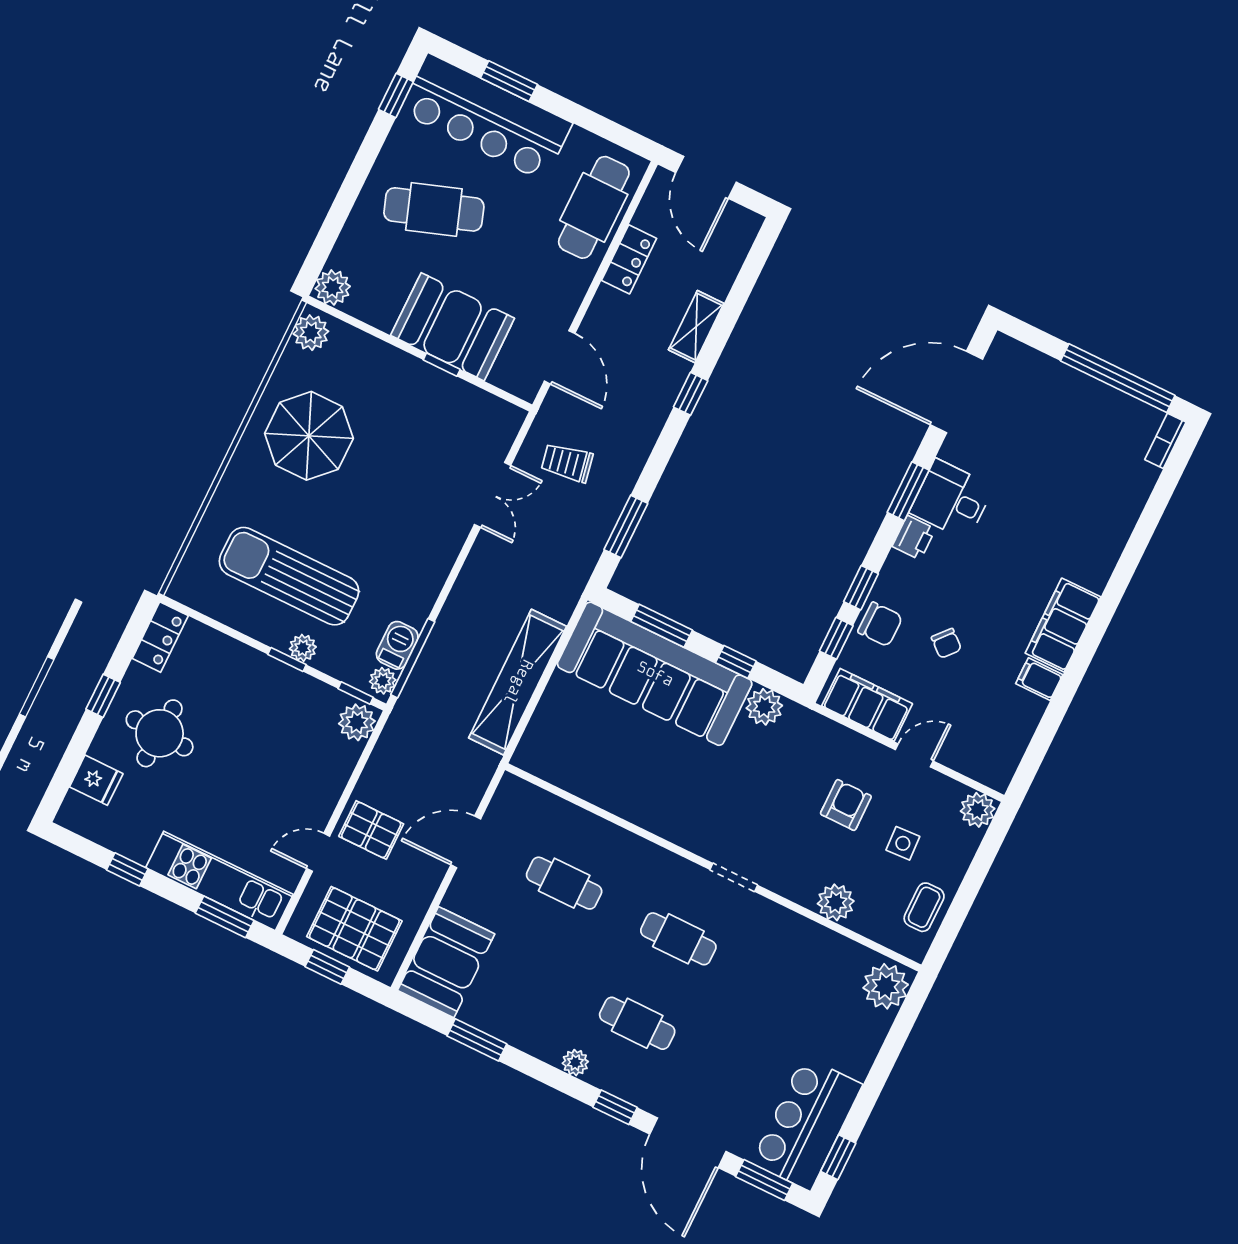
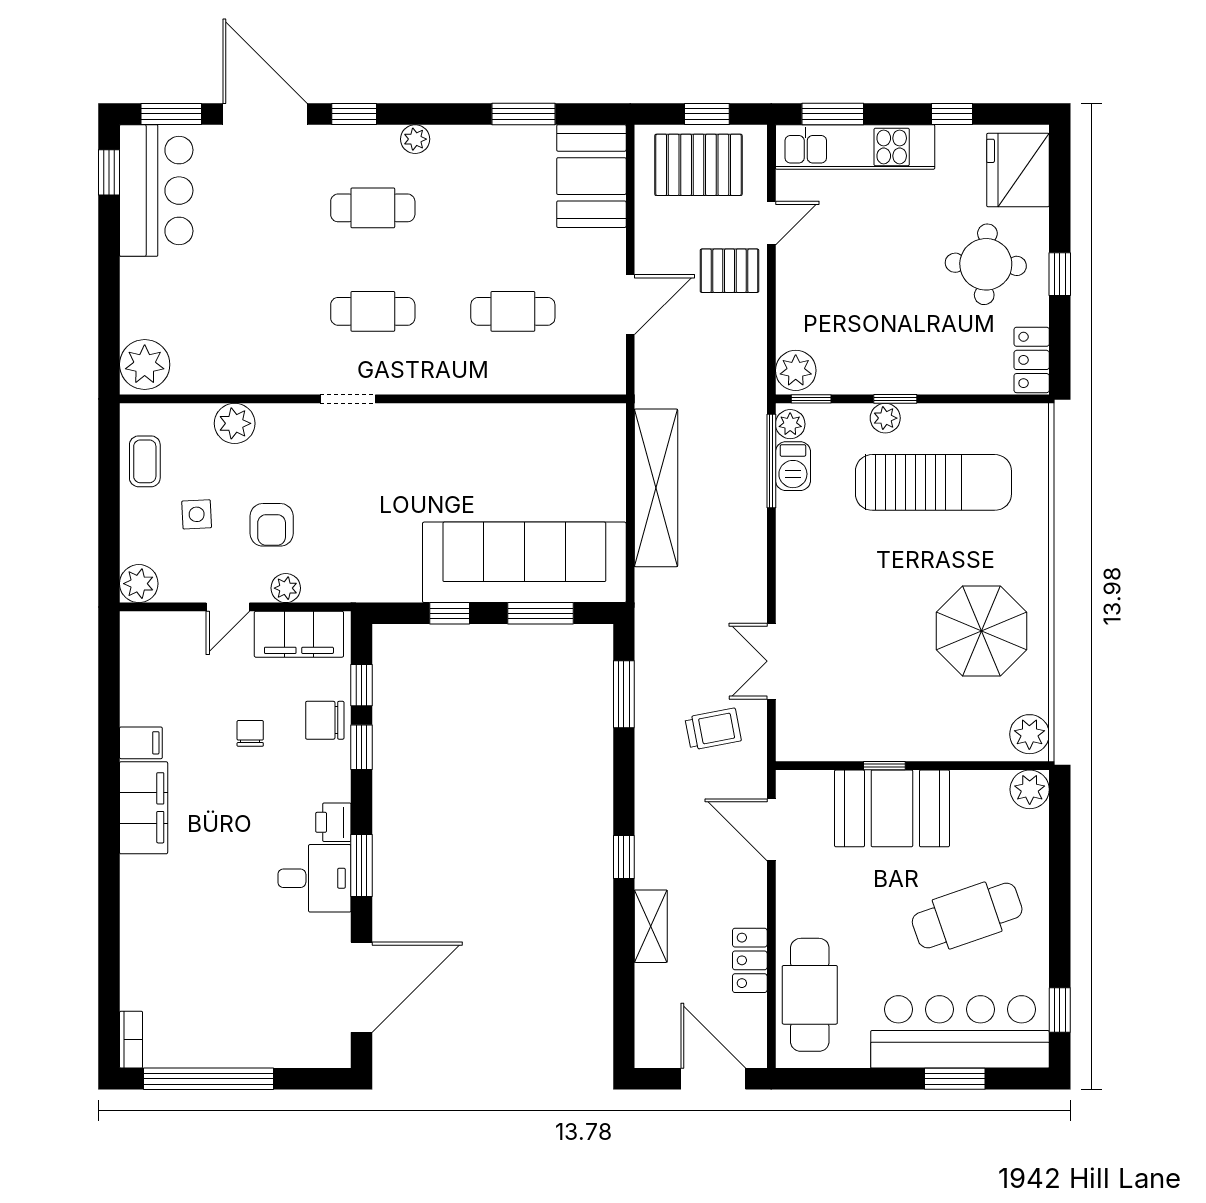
chair: (946, 643) -> (250, 733), turned 49
plant: (764, 707) -> (286, 588), moved, width x0.73, depth x0.73
fridge: (96, 780) -> (1018, 170), width x1.88, depth x1.34

